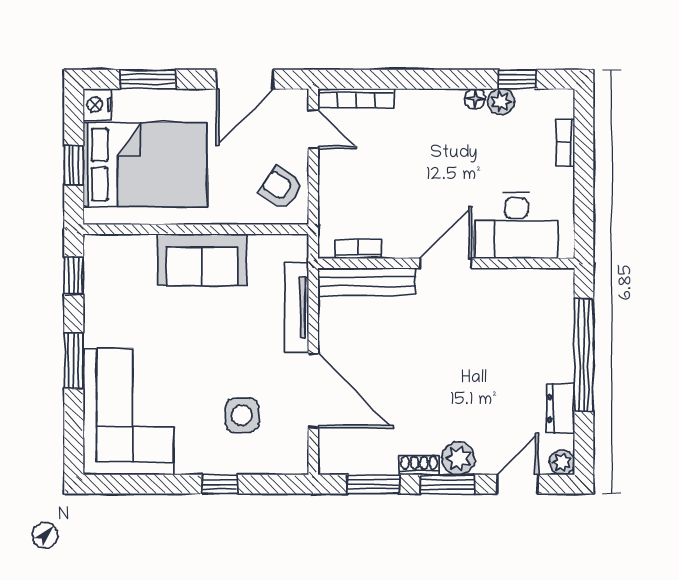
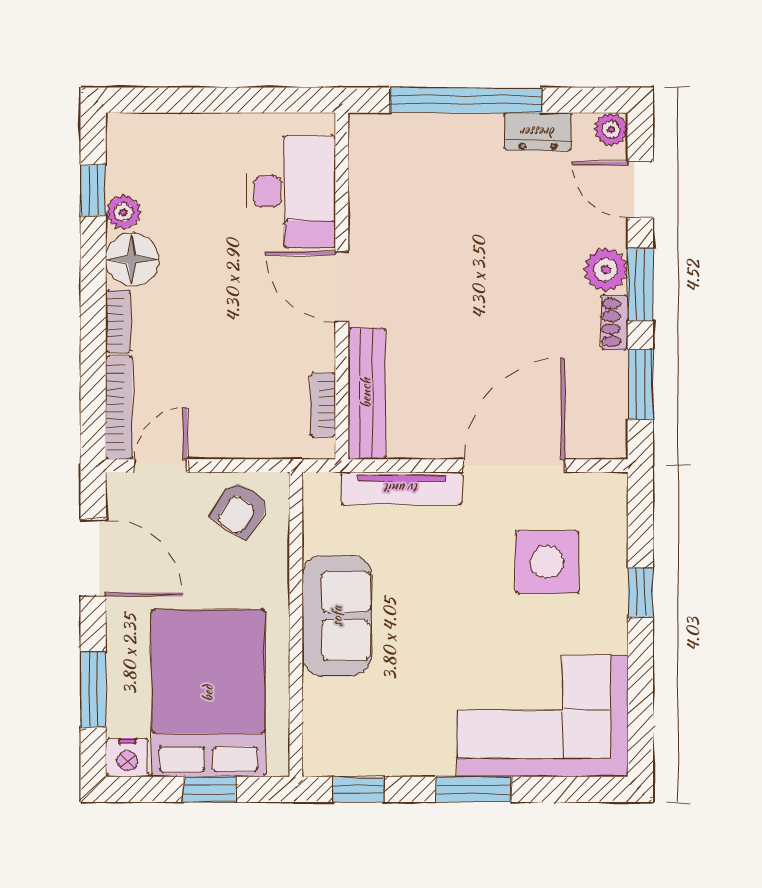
floor lamp: (475, 99) -> (132, 259), width x1.89, depth x1.89
bookcase: (565, 143) -> (118, 321), moved, turned -90
side table: (242, 415) -> (547, 562), width x1.37, depth x1.37

